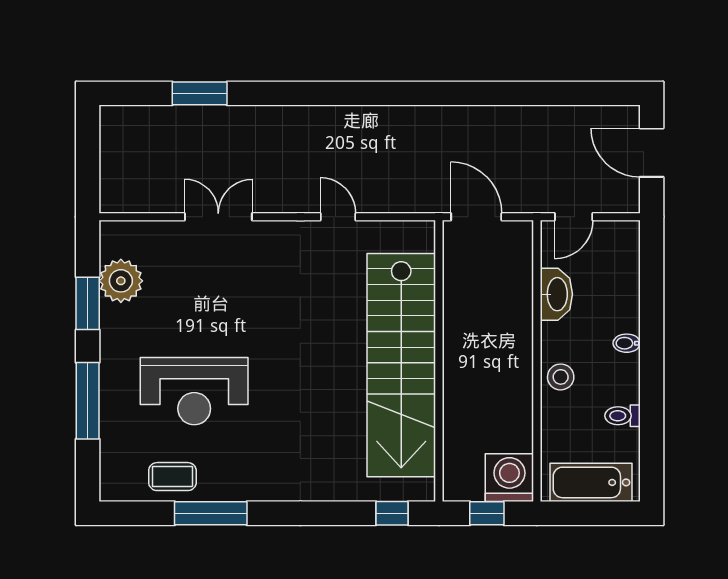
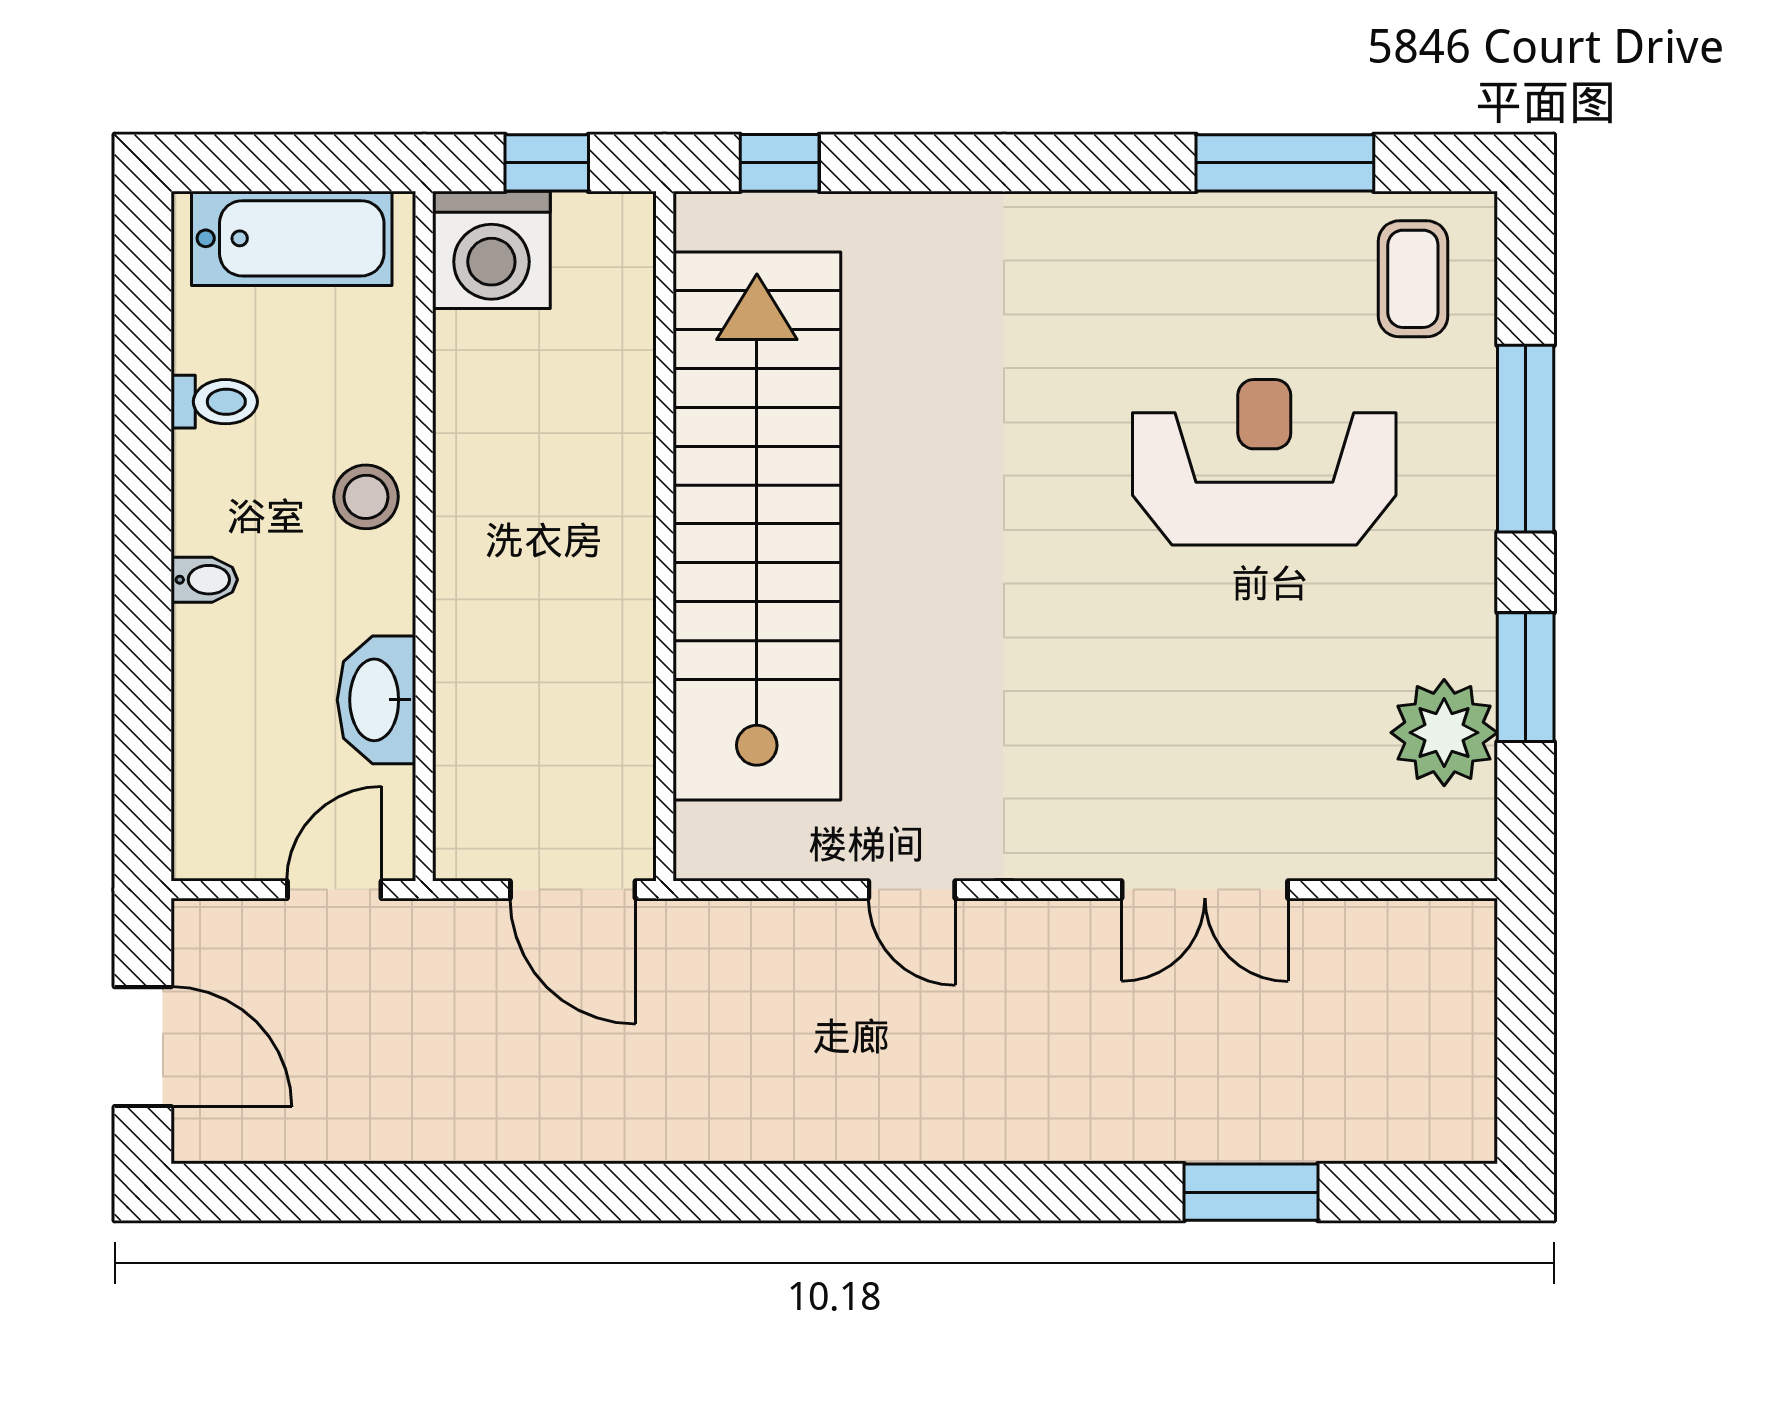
coffee table: (172, 477) -> (1413, 279), moved, turned 90
window: (211, 513) -> (1285, 163), moved

